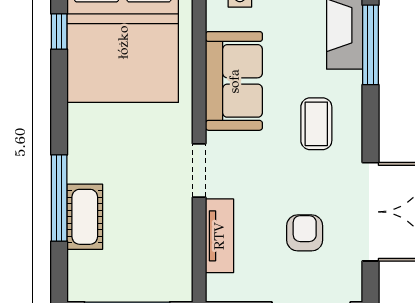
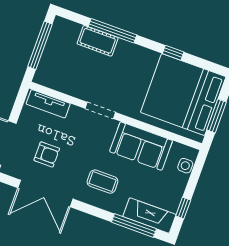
window: (59, 32) -> (173, 53), moved
tv unit: (219, 236) -> (48, 104), moved

